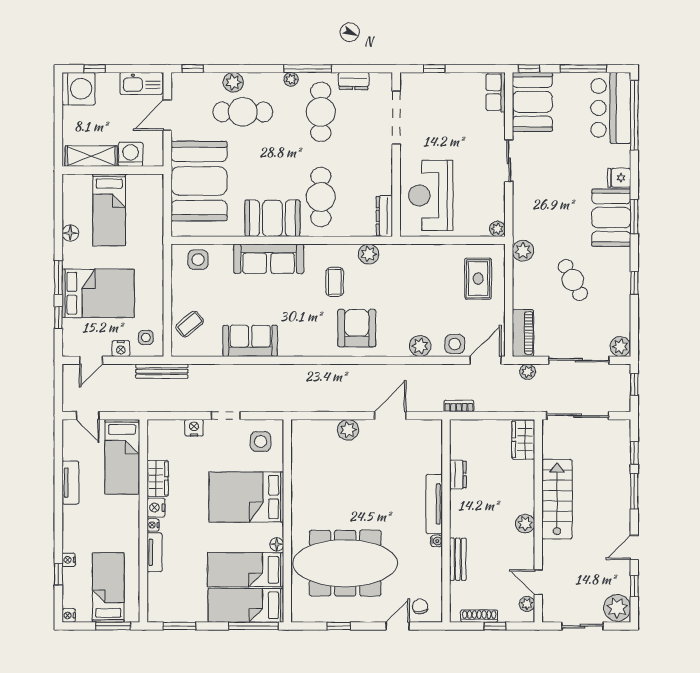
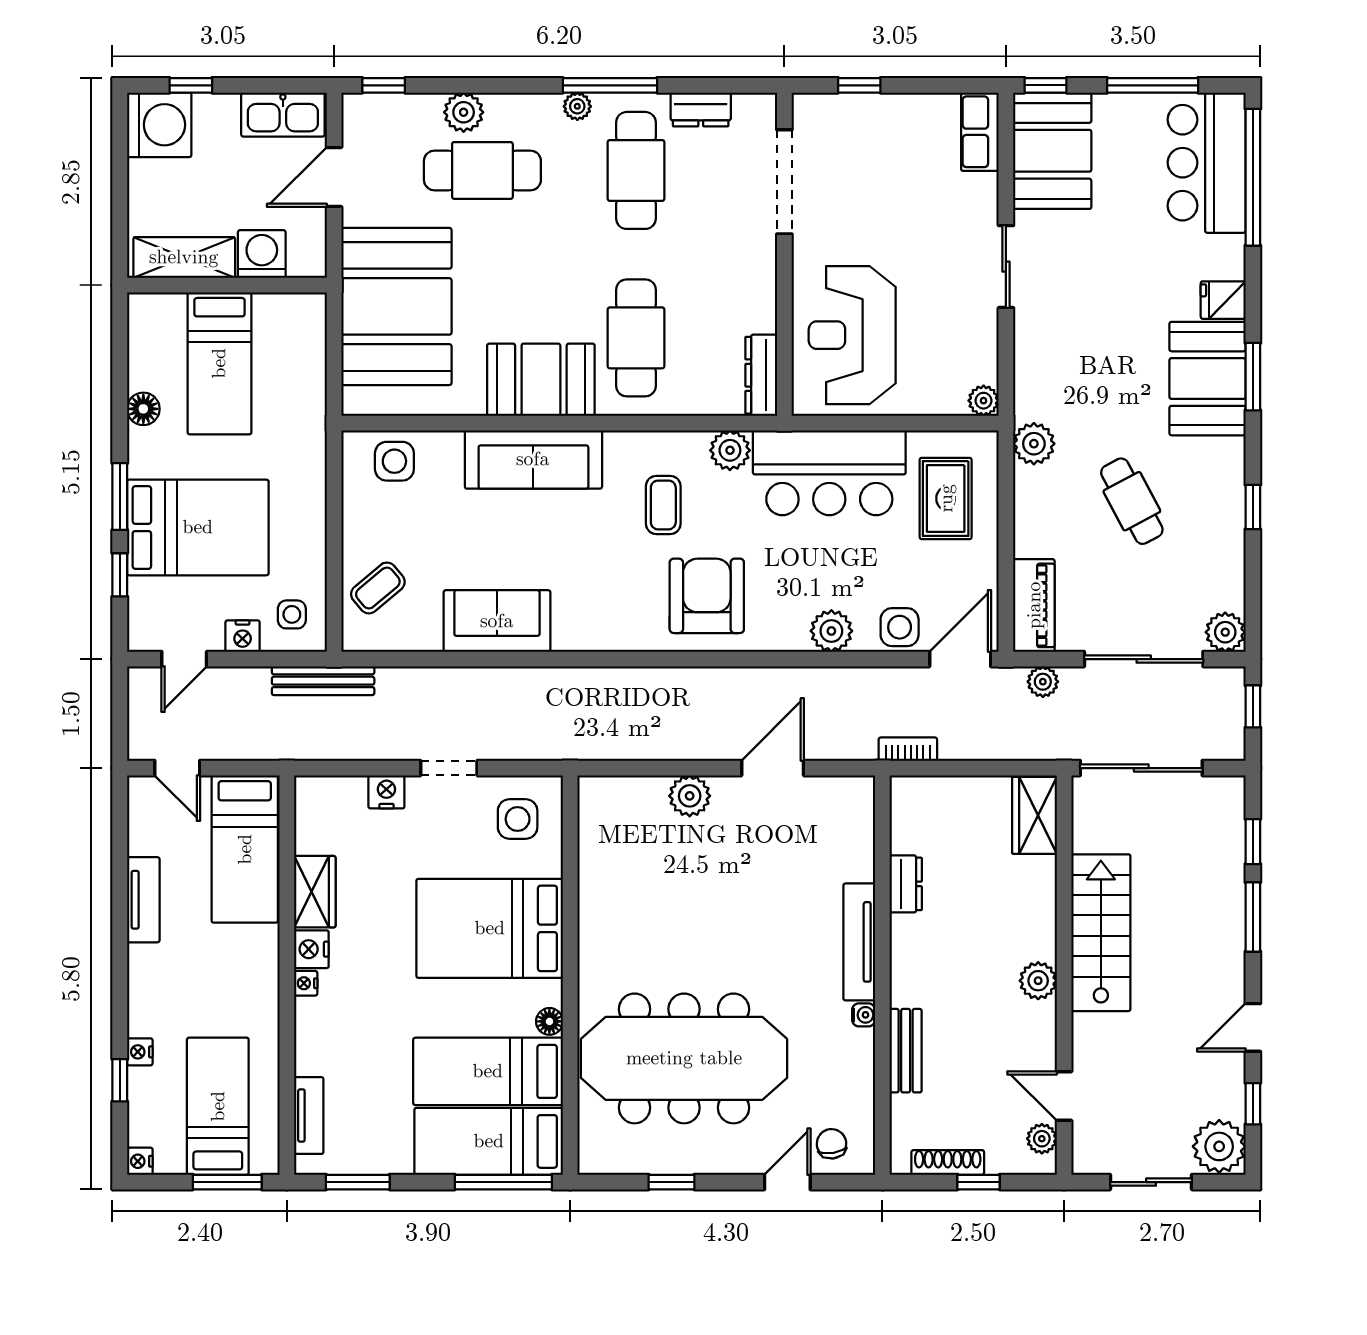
bar counter: (419, 266) -> (829, 473), added
tv unit: (154, 552) -> (309, 1116), moved

